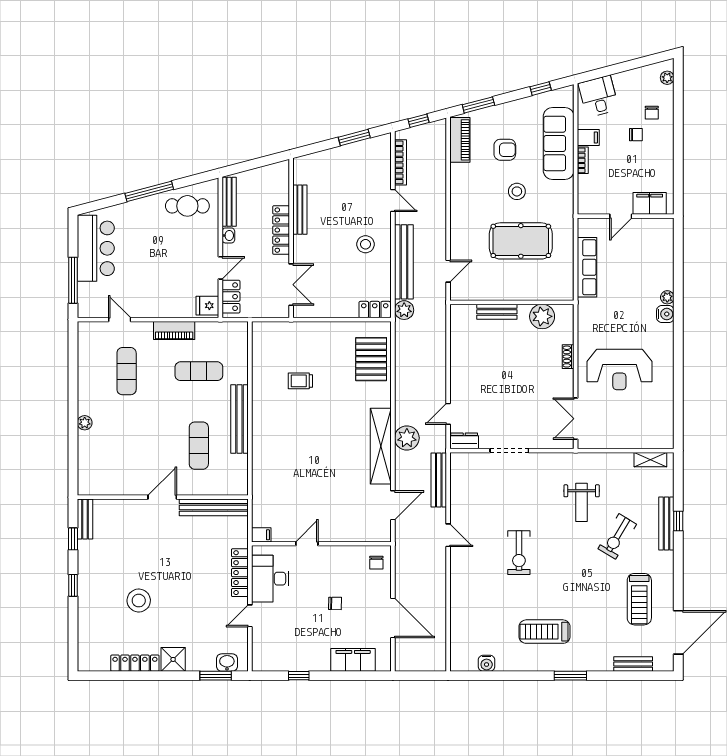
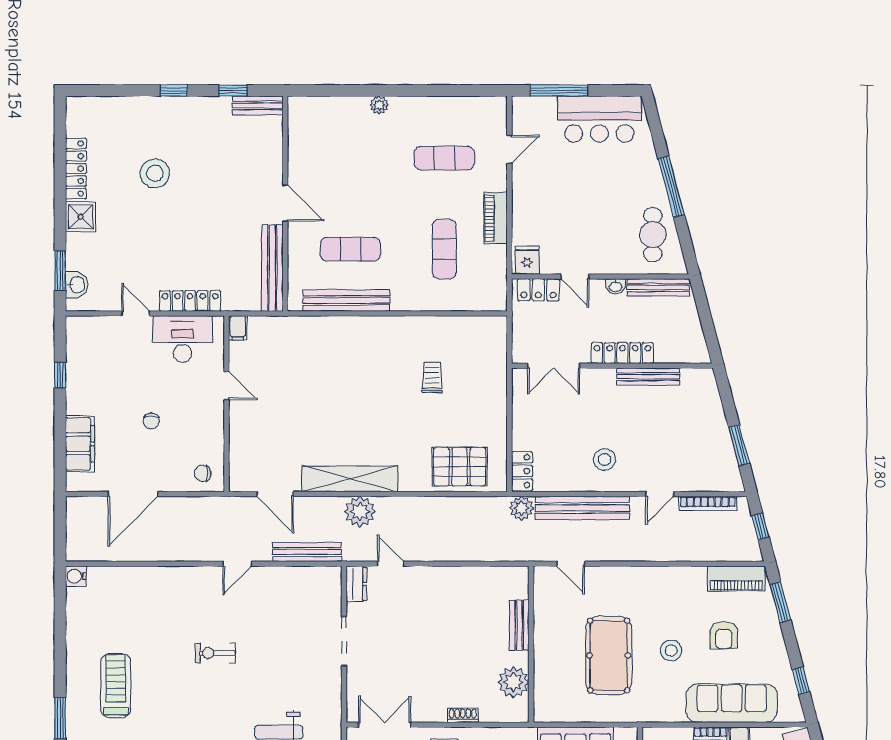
bench: (239, 419) -> (346, 300), moved
exercise bike: (519, 553) -> (215, 653), width x0.73, depth x0.72
water cooler: (487, 663) -> (76, 576), moved

